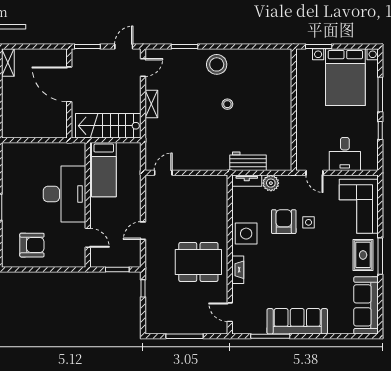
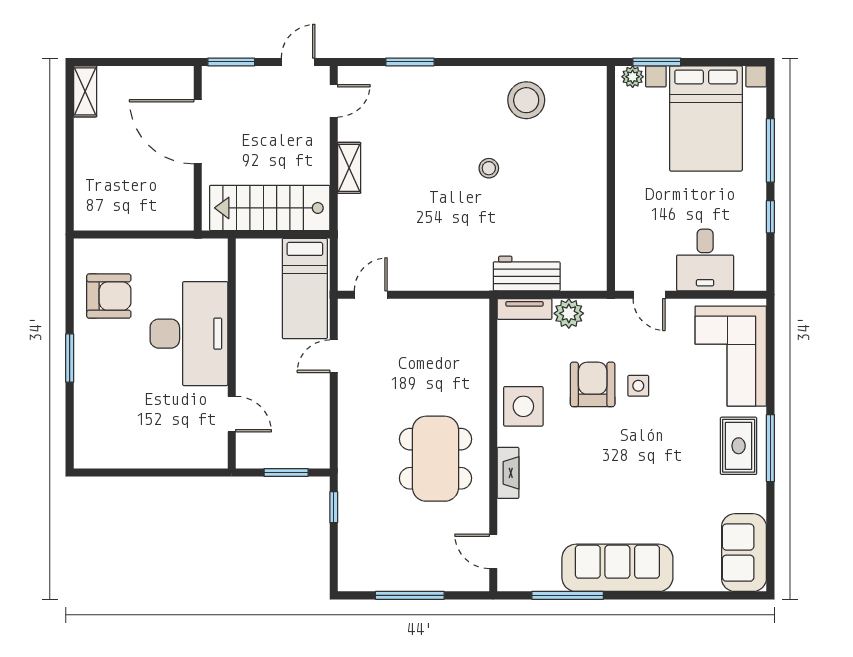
plant: (305, 54) -> (633, 77), added
stool: (217, 64) -> (526, 100), moved
bed: (104, 170) -> (305, 289), moved
door: (143, 231) -> (334, 356), moved
armchair: (32, 245) -> (109, 296), moved
dining table: (198, 262) -> (435, 459), turned 90
sofa: (366, 305) -> (744, 553), width x0.73

